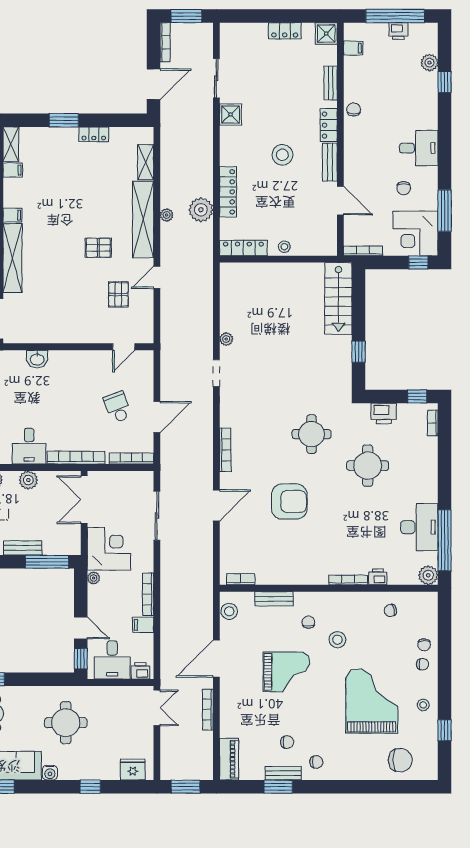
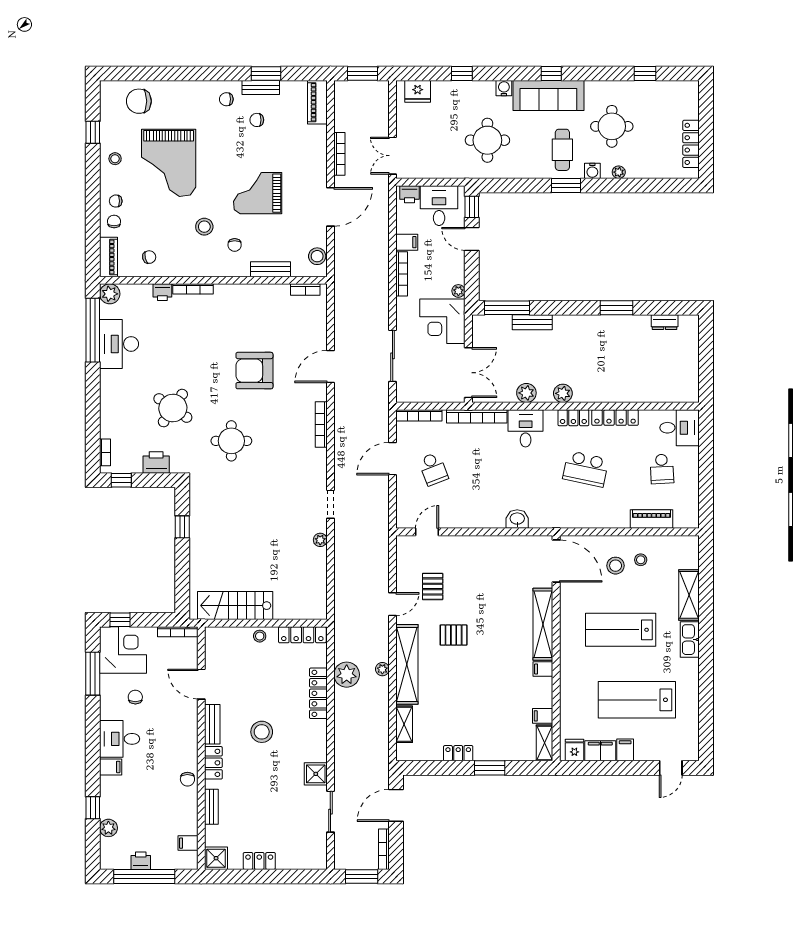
filing cabinet: (427, 121) -> (111, 767), added
stairs: (338, 298) -> (235, 606), moved, turned -90
round table: (368, 466) -> (173, 408), turned 34
piano: (429, 611) -> (108, 257), added

